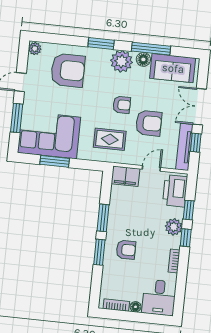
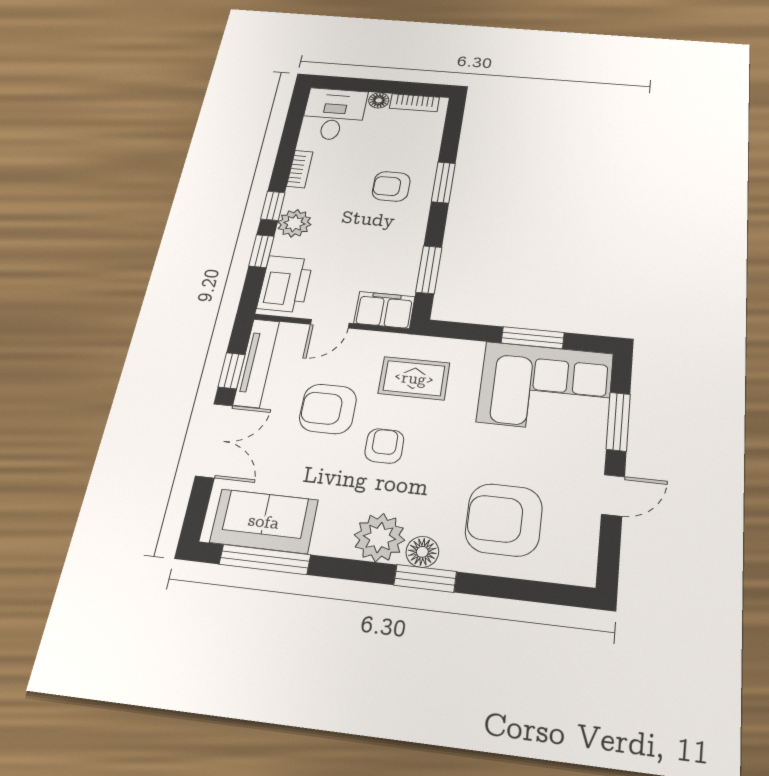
plant: (35, 49) -> (582, 569), removed
window: (151, 49) -> (265, 559), moved
floor lamp: (143, 59) -> (422, 552), moved
armchair: (122, 105) -> (384, 446), turned 90
window: (103, 218) -> (429, 270), moved

